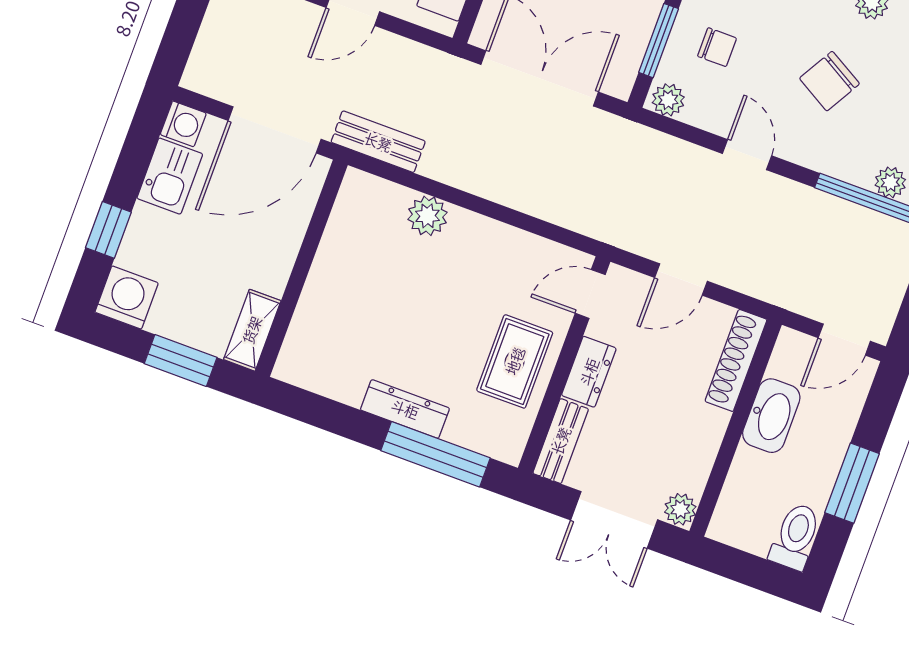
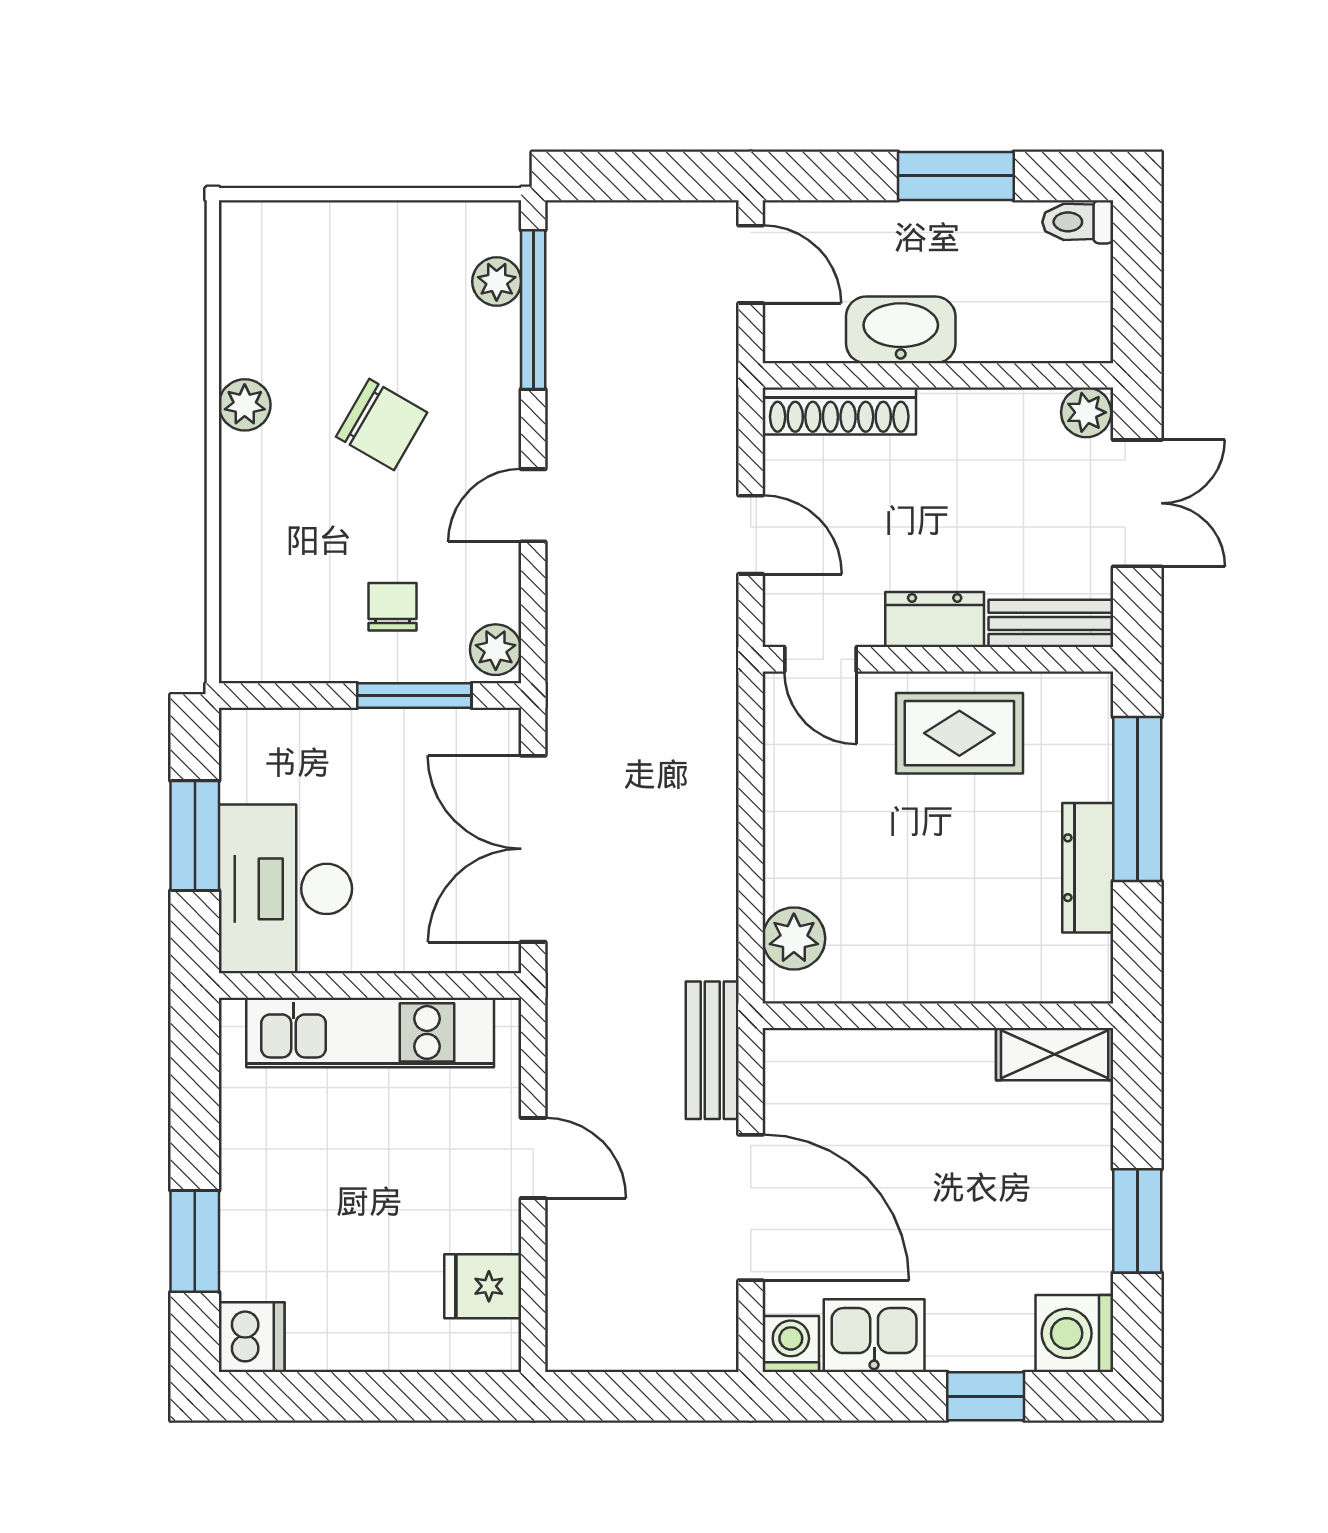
wall: (301, 268) -> (938, 1016), moved
shelving: (252, 330) -> (1055, 1054), moved
toilet: (795, 537) -> (1078, 222), width x0.73, depth x0.72

